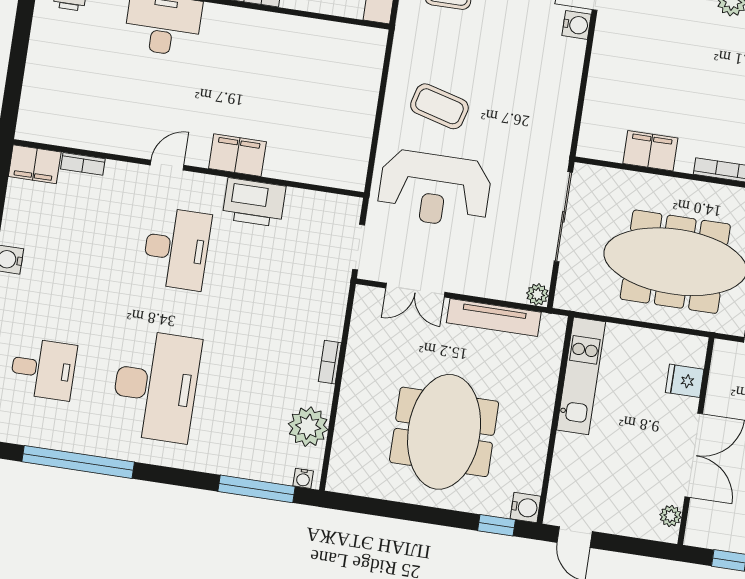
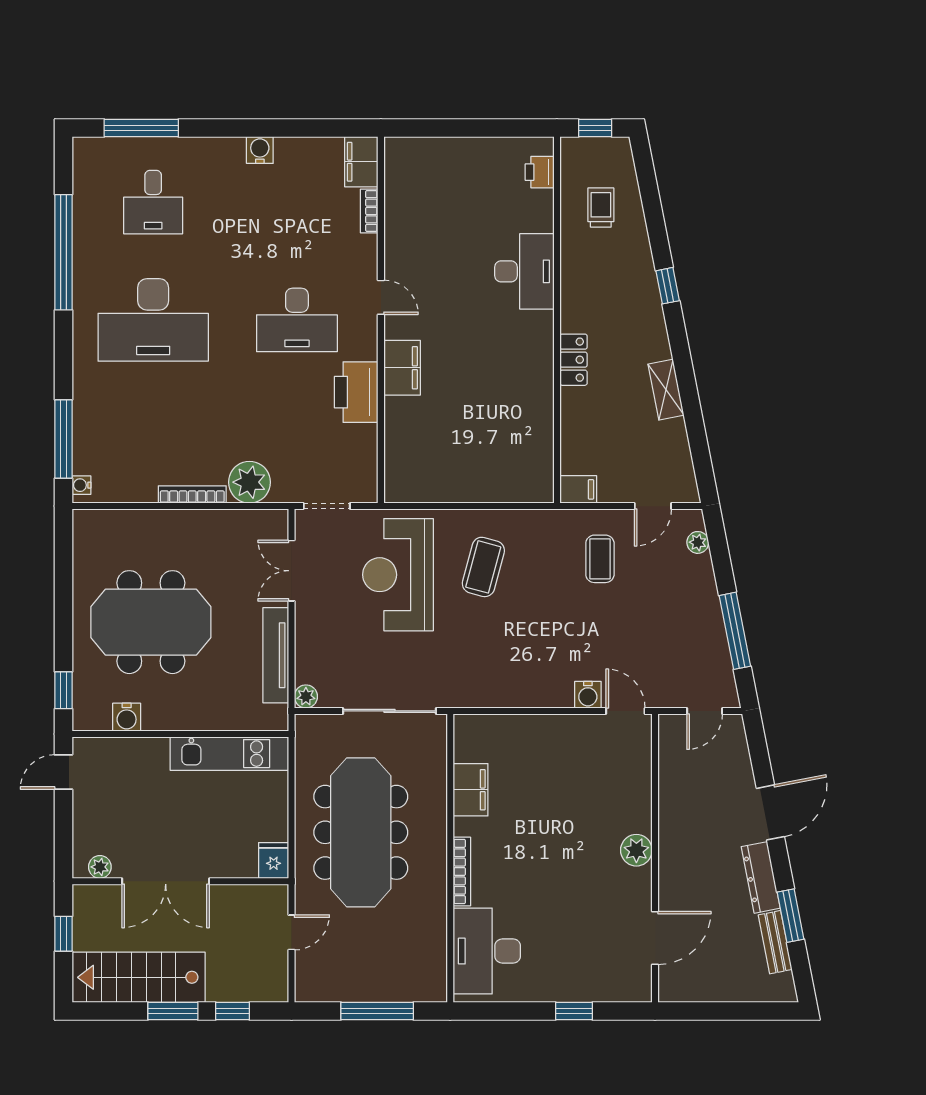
bookcase: (330, 362) -> (192, 494), width x1.56
fridge: (685, 381) -> (274, 860), moved
plant: (308, 427) -> (249, 482), moved
water cooler: (526, 507) -> (127, 717), moved

